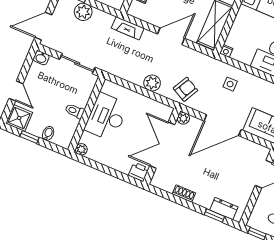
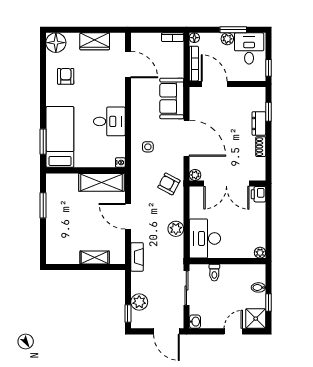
plant: (152, 83) -> (176, 229), moved
toilet: (75, 111) -> (214, 273), moved
desk: (106, 117) -> (205, 238), moved, turned 90
dresser: (224, 209) -> (259, 123), moved

